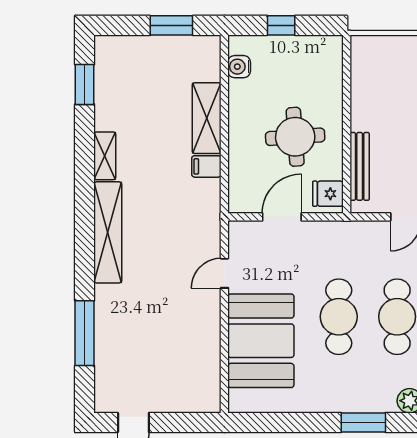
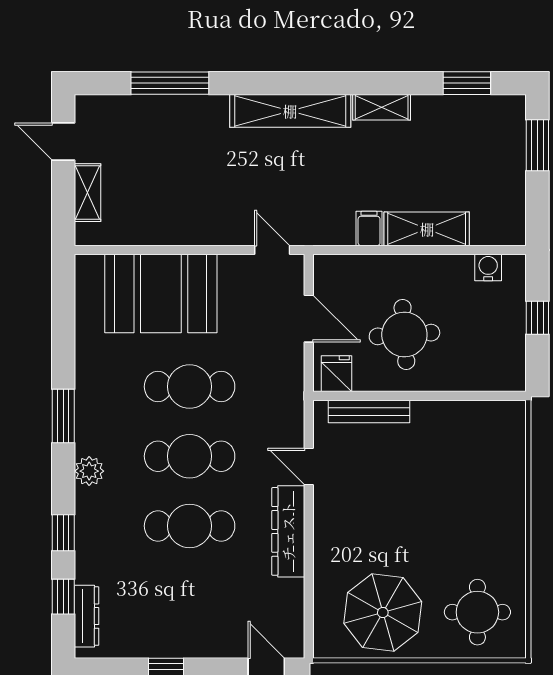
window: (171, 25) -> (537, 145), moved
door: (224, 273) -> (272, 250), moved
shelving: (176, 402) -> (88, 193), added

